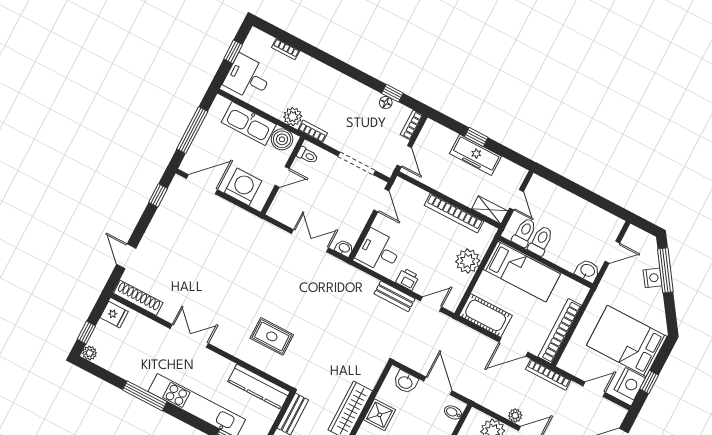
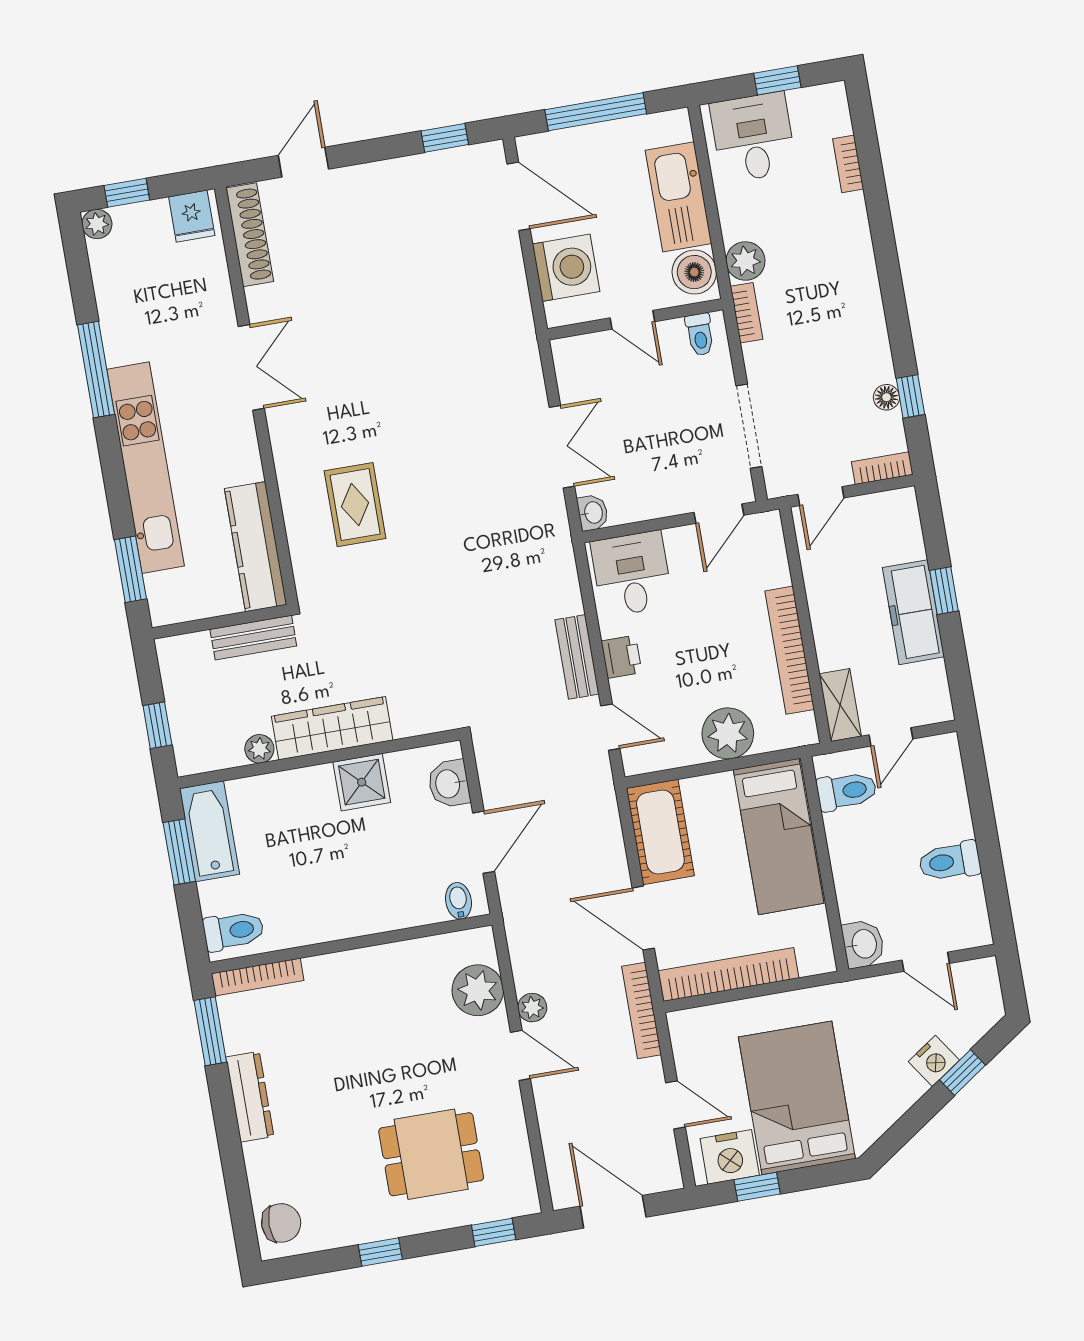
toilet: (541, 241) -> (950, 861), moved, turned 180
window: (665, 270) -> (962, 1073), width x0.46

